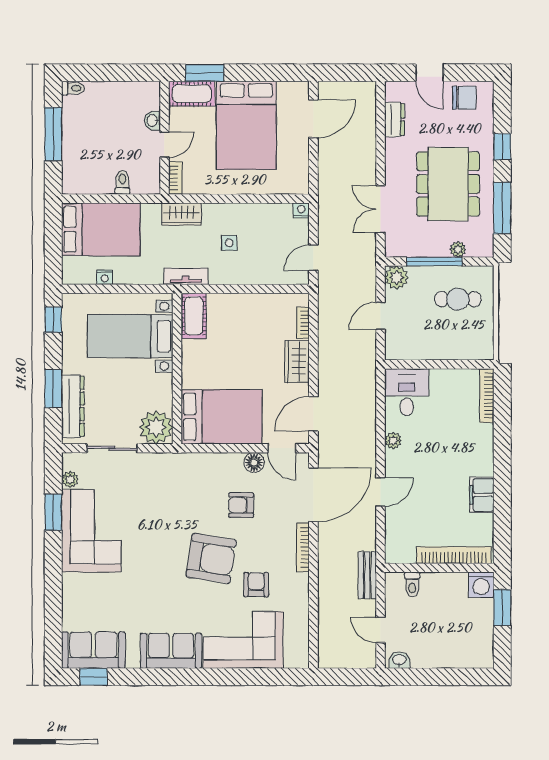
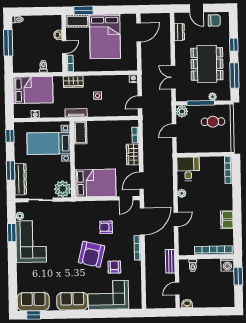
door: (282, 448) -> (126, 198), hinge flipped
floor lamp: (254, 462) -> (112, 206), removed
armchair: (211, 558) -> (91, 254), turned 95
door: (381, 630) -> (177, 289), hinge flipped

